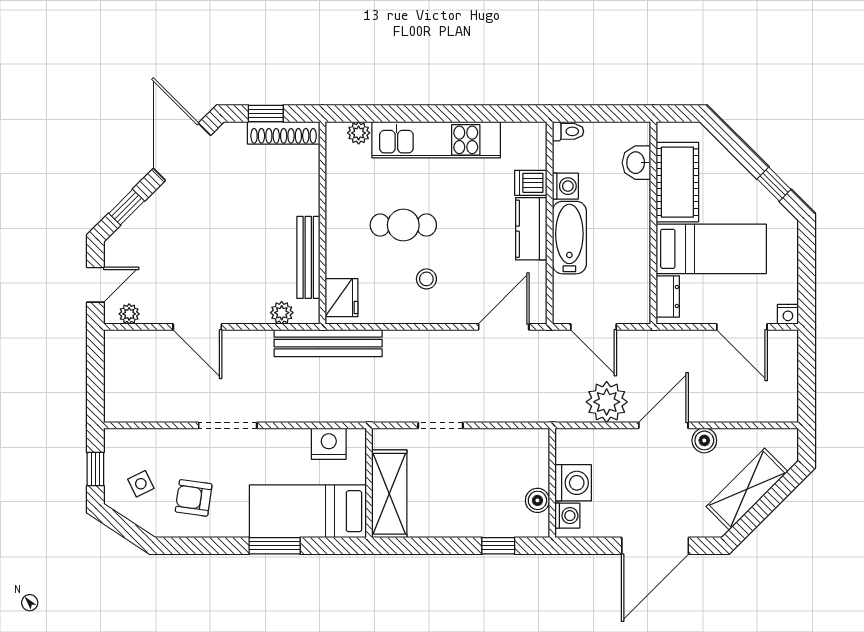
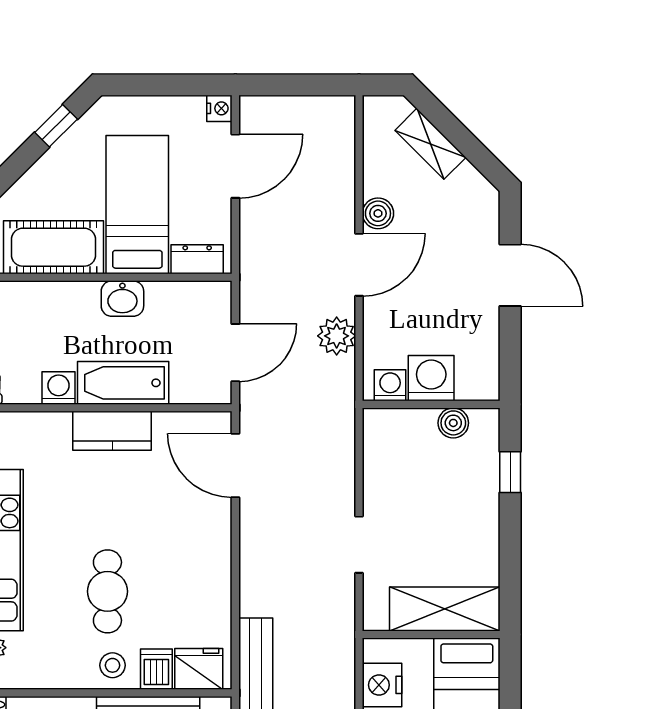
washbasin: (636, 163) -> (122, 299), moved
dishwasher: (531, 183) -> (156, 669), moved, turned 180
stool: (426, 279) -> (113, 665), moved
plant: (607, 402) -> (337, 336), width x0.73, depth x0.73
door: (663, 425) -> (359, 265), swing flipped
shelving: (747, 489) -> (430, 144), width x0.67, depth x0.75
washing machine: (567, 516) -> (390, 385), moved
door: (655, 546) -> (510, 275), width x0.73

